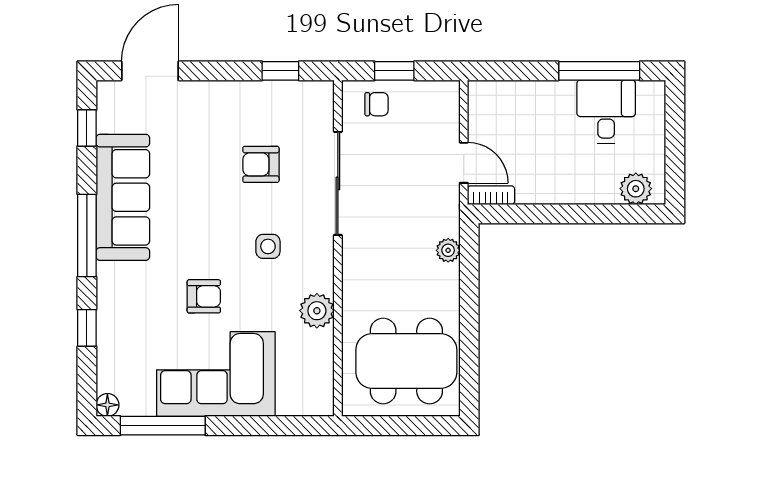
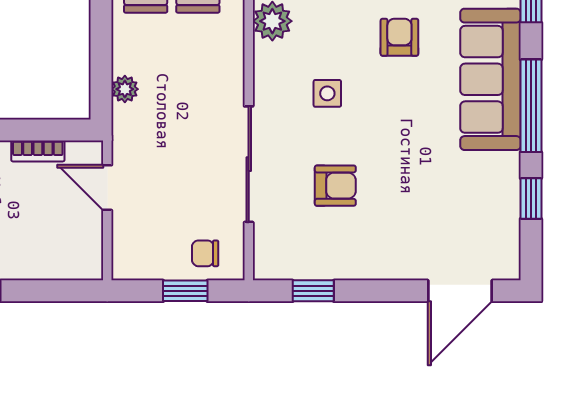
window: (87, 128) -> (531, 199), moved
bookcase: (491, 195) -> (38, 151), moved
sofa: (123, 197) -> (490, 79), moved
armchair: (204, 296) -> (399, 37), turned 90

